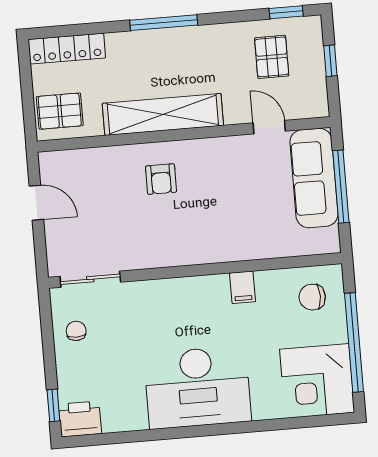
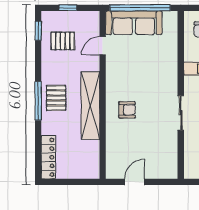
pallet: (60, 111) -> (56, 98), moved
window: (341, 187) -> (140, 8), width x1.46
sliding door: (90, 279) -> (181, 113), moved

